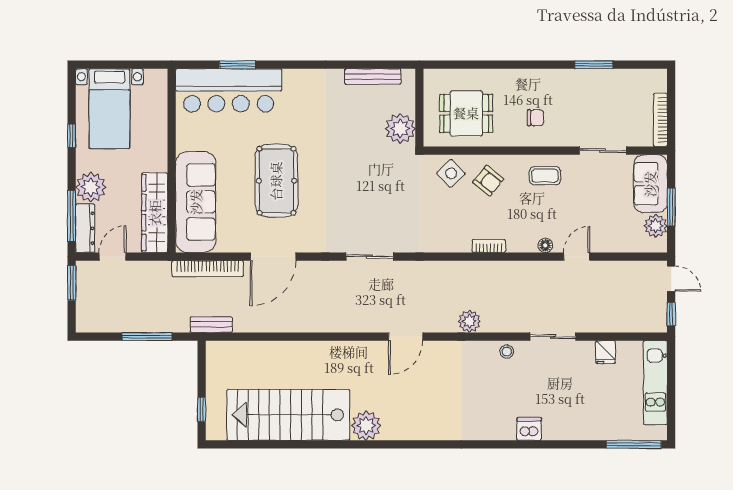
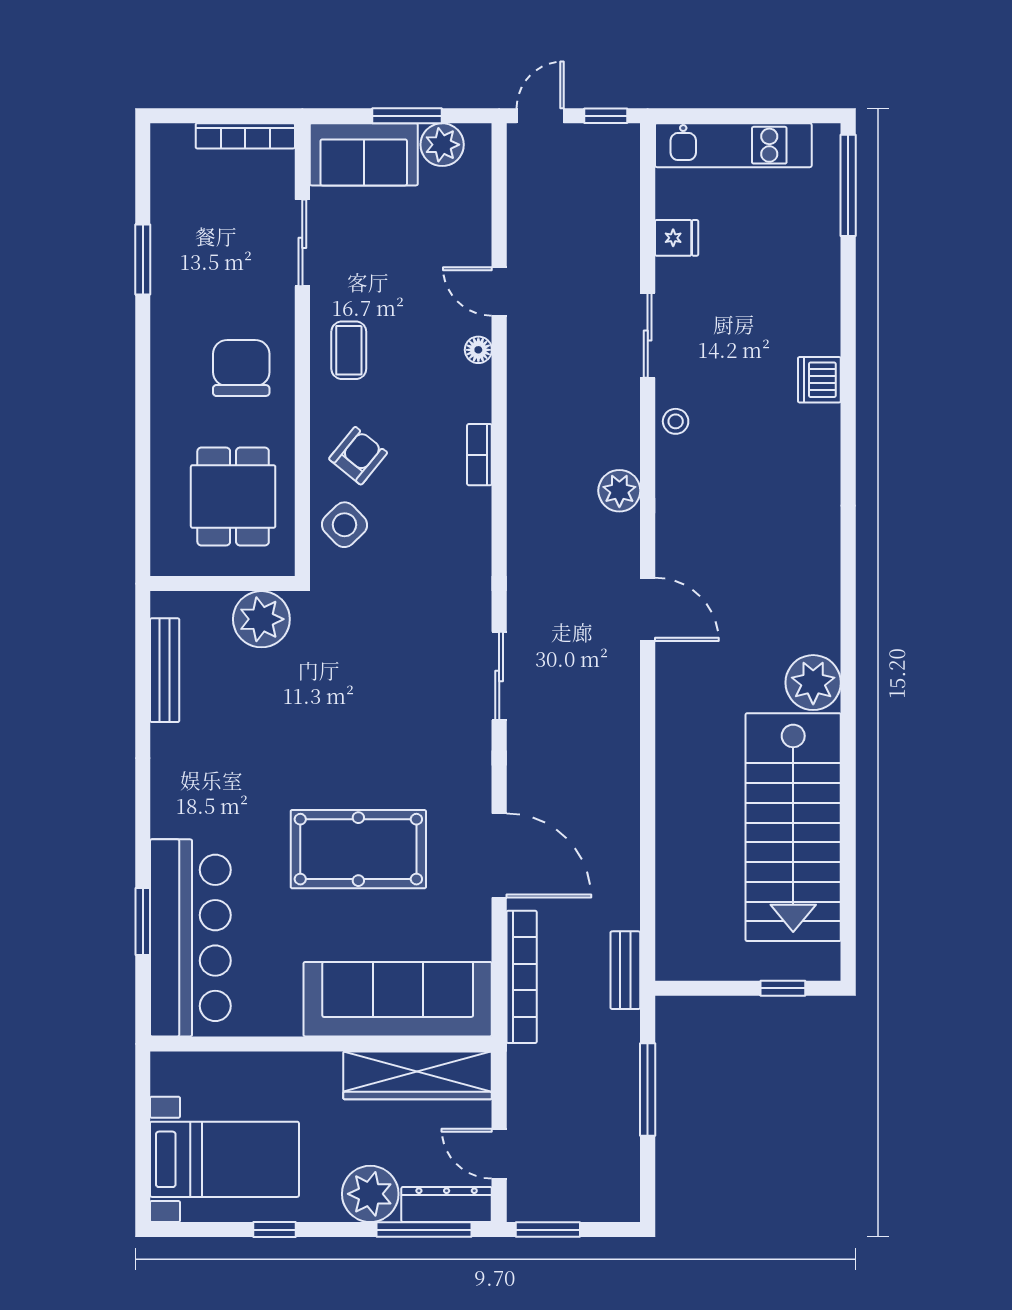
chair: (535, 118) -> (241, 368), width x1.87, depth x1.87

